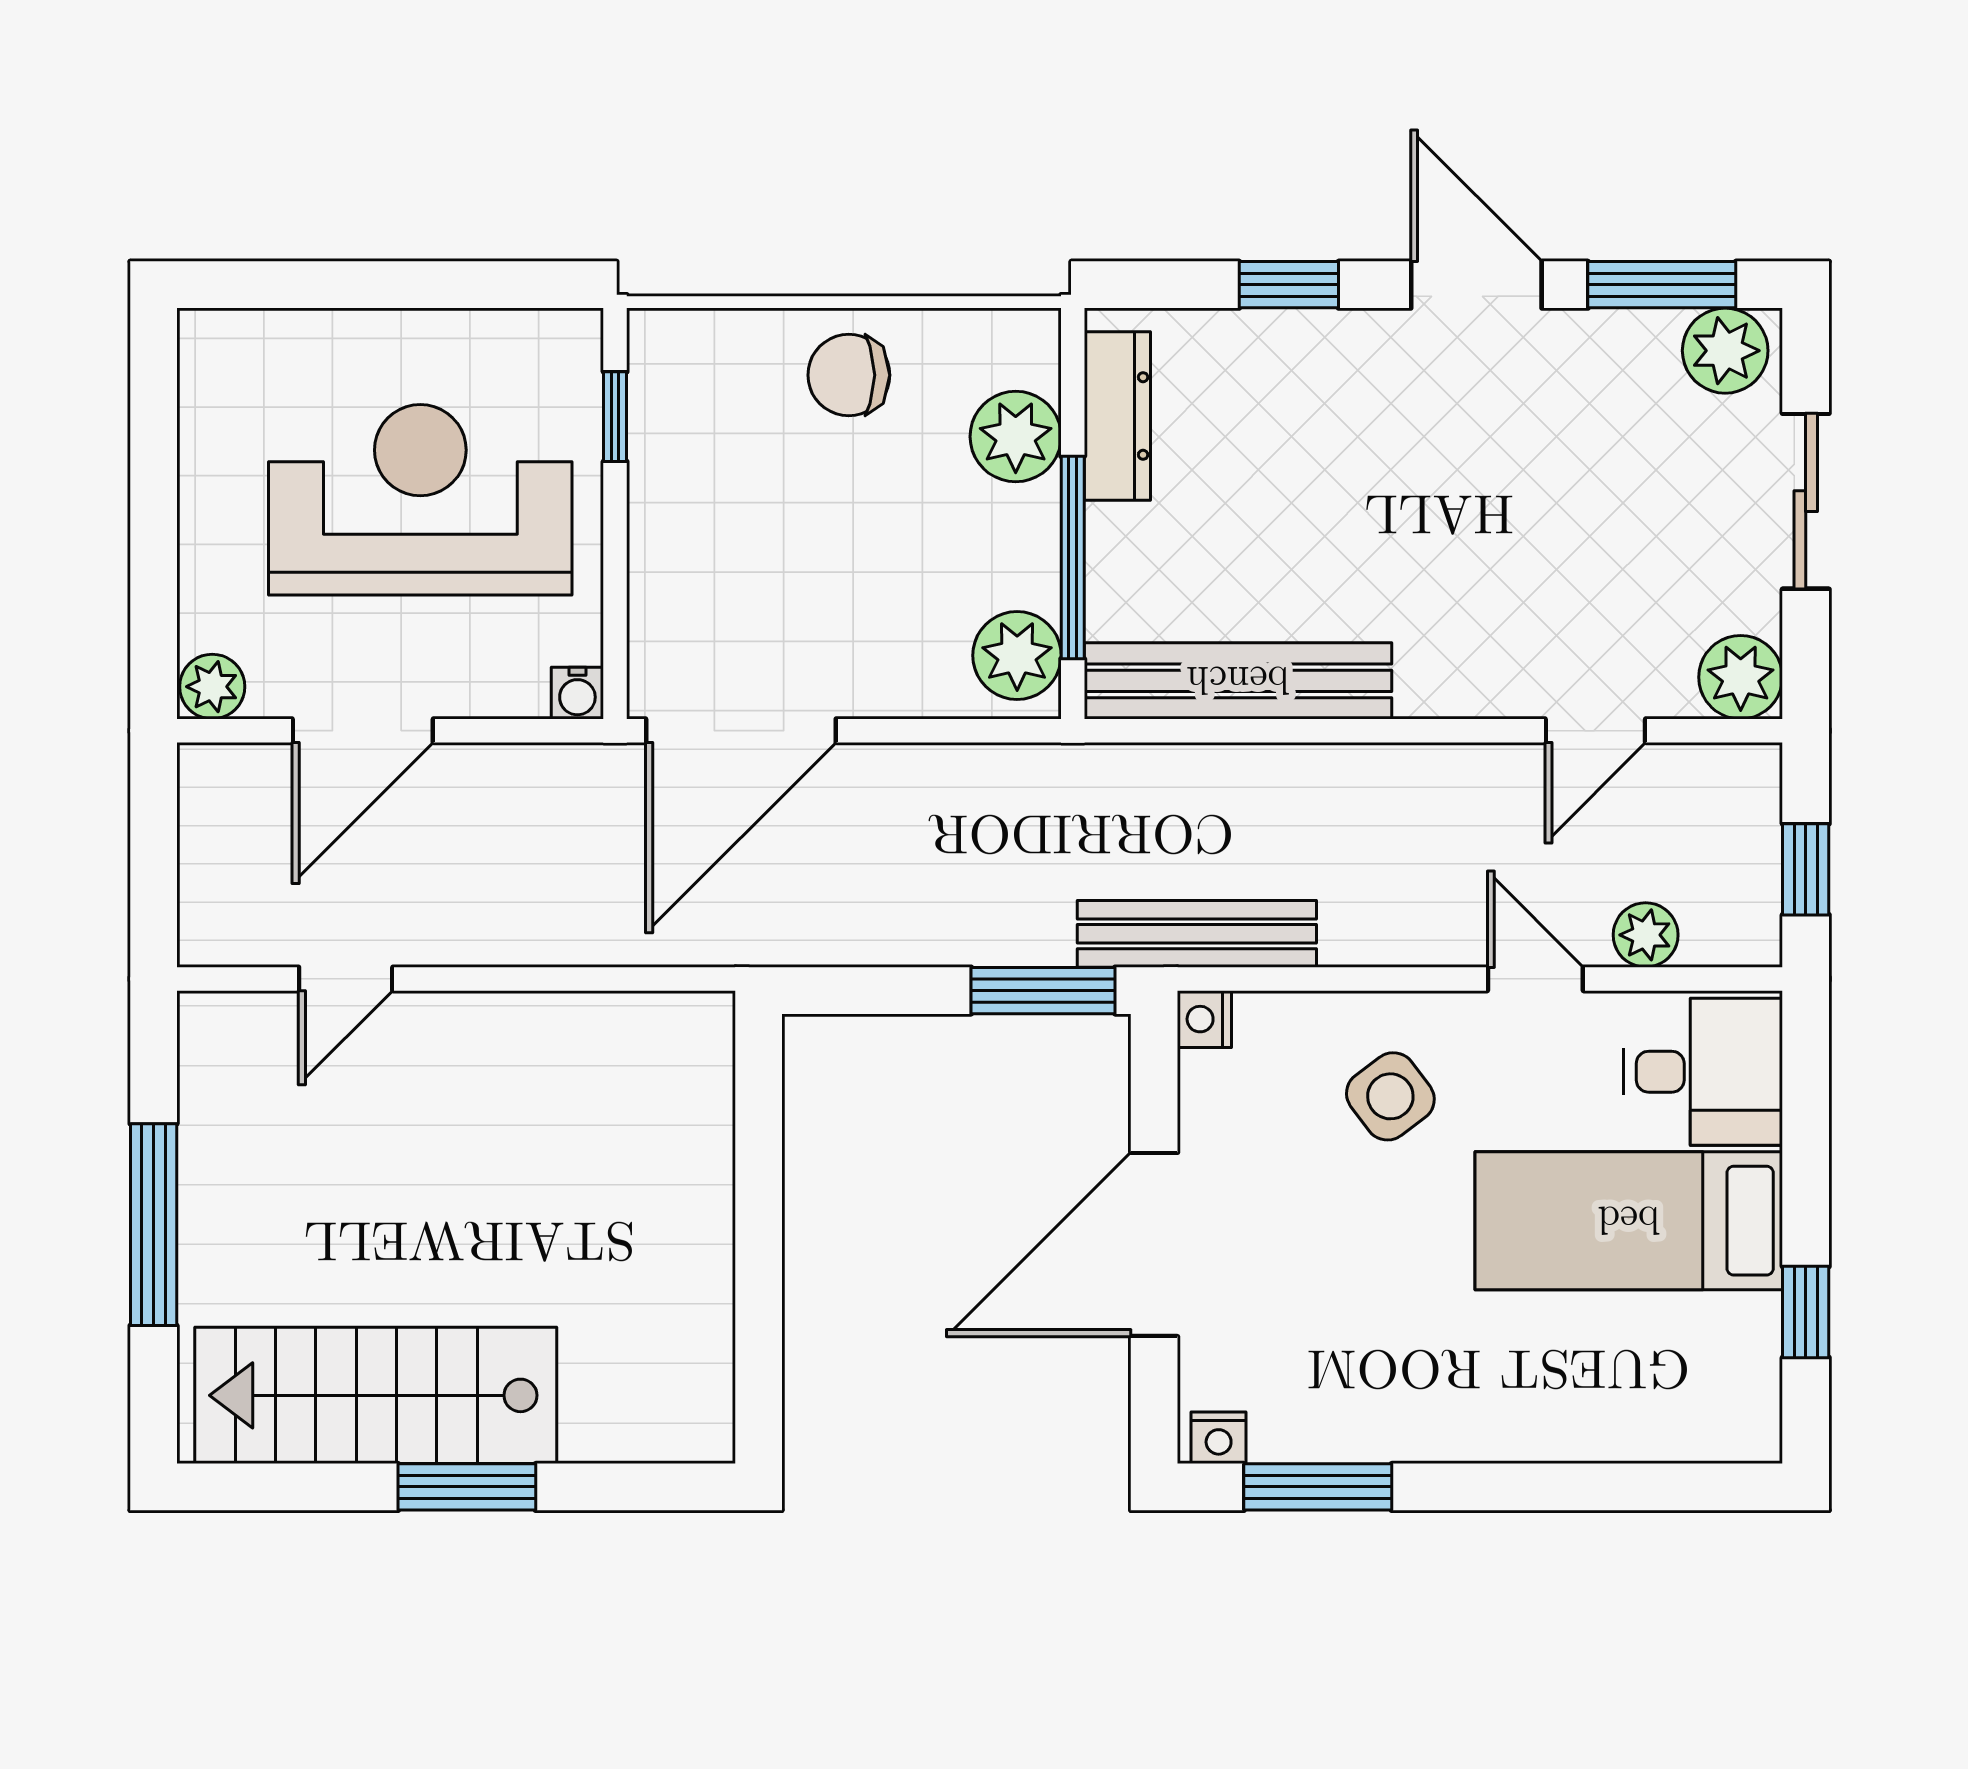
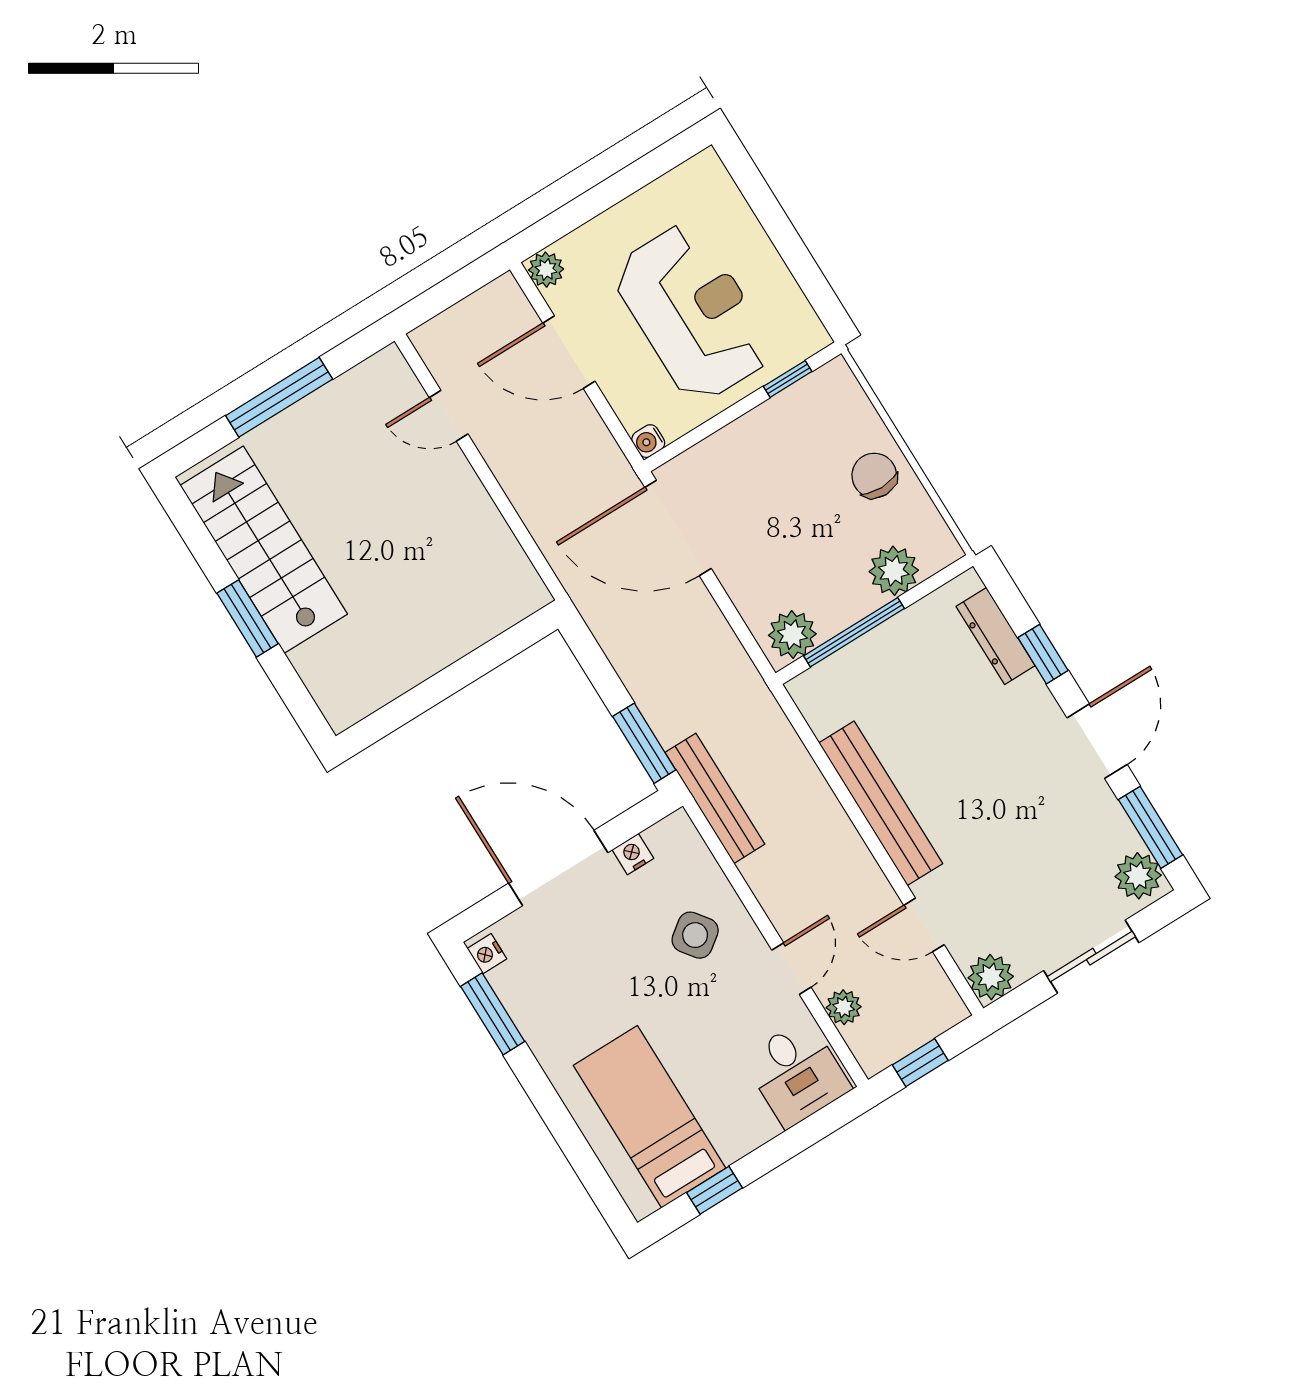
dresser: (1117, 416) -> (996, 636), moved, turned 90
bench: (1238, 681) -> (881, 803), moved
nightstand: (1204, 1019) -> (633, 854), moved
bed: (1629, 1221) -> (650, 1117), moved

